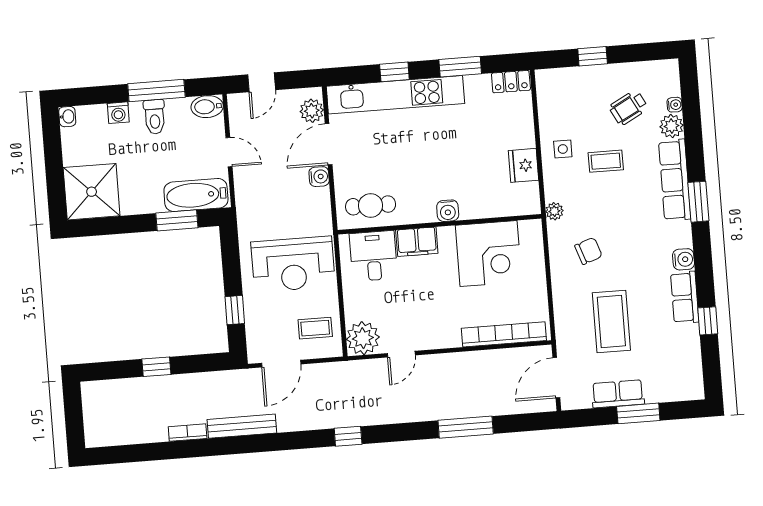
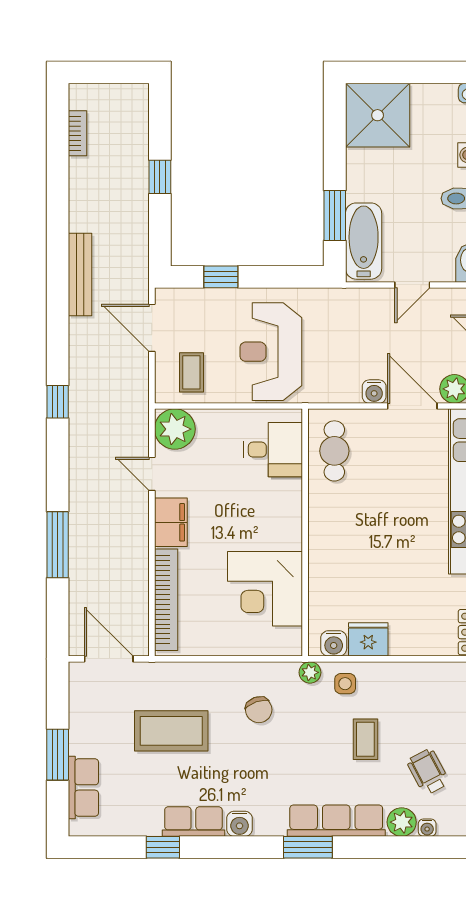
side table: (563, 149) -> (345, 684), moved
water cooler: (448, 211) -> (334, 643), moved, turned -90
filing cabinet: (417, 242) -> (171, 522), moved, turned 180
row of seats: (618, 394) -> (83, 787), moved
bookcase: (188, 433) -> (77, 133), moved

